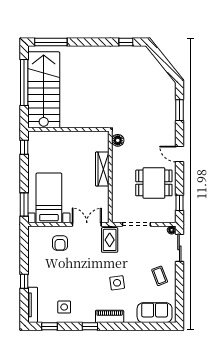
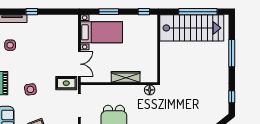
window: (51, 42) -> (232, 53), moved
window: (24, 204) -> (109, 12), moved
armchair: (60, 243) -> (64, 42), removed

